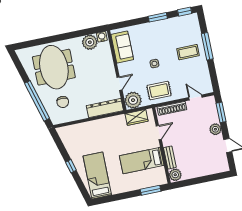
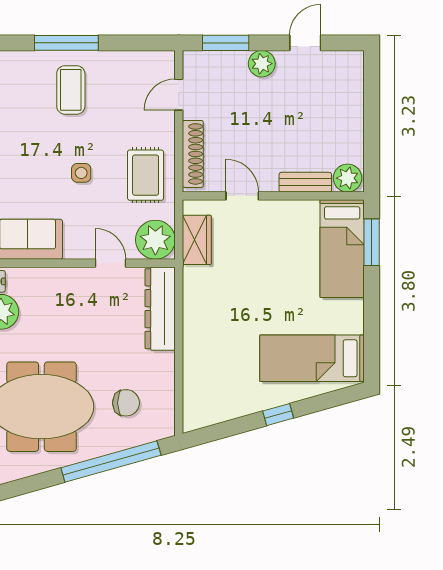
bed: (142, 161) -> (342, 249), moved

